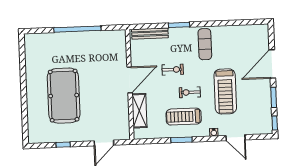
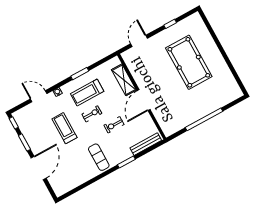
treadmill: (225, 91) -> (65, 128), width x0.73, depth x0.73
treadmill: (184, 117) -> (87, 93), turned 180

